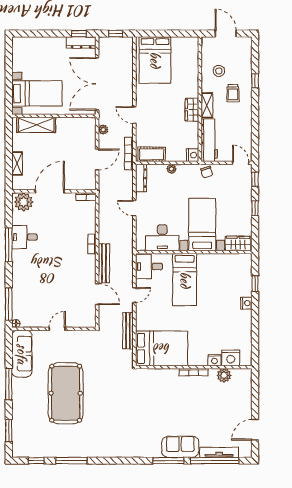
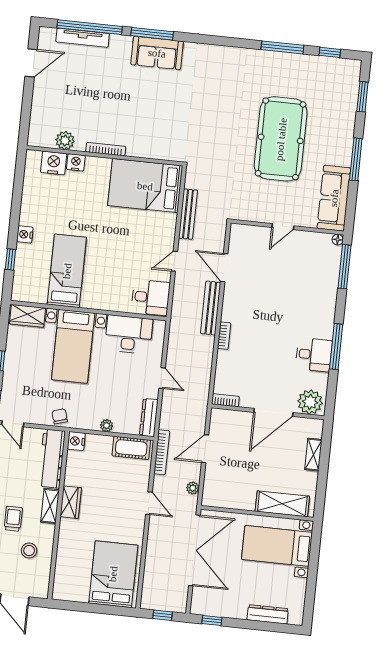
dresser: (81, 42) -> (268, 614), moved
bed: (185, 280) -> (67, 271), moved
sofa: (180, 447) -> (157, 53), moved

